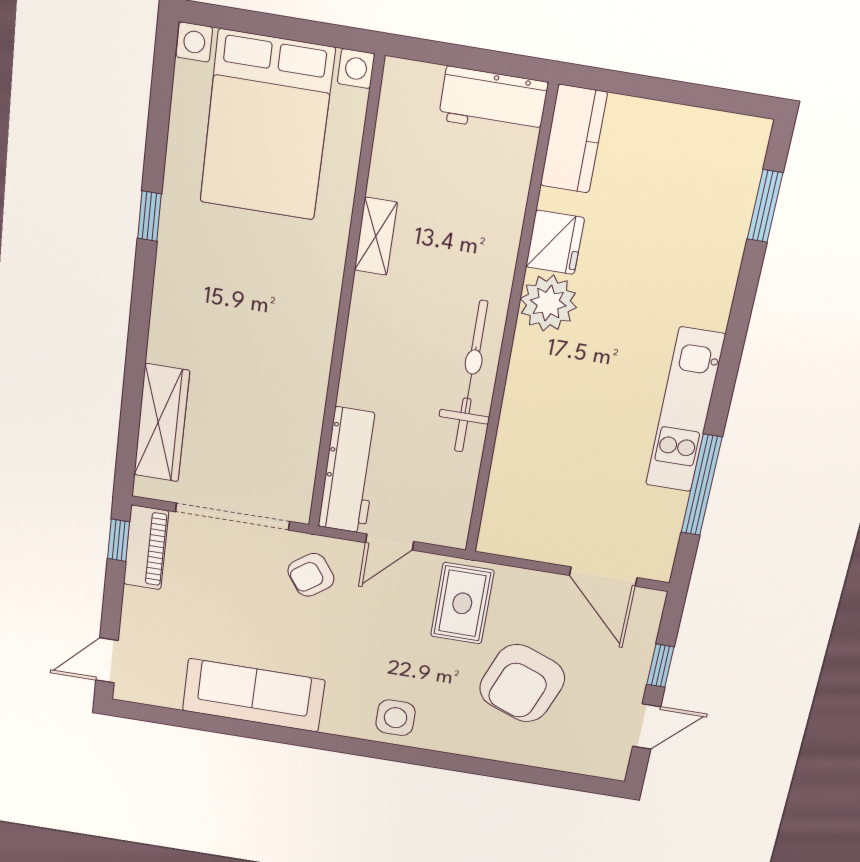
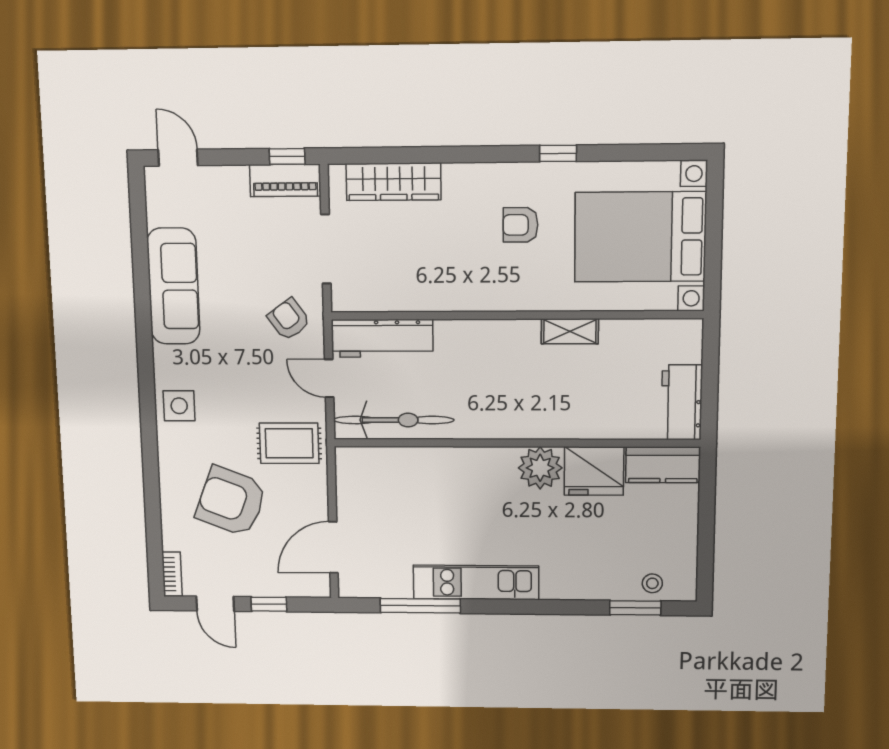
stool: (735, 178) -> (652, 583), added
fridge: (555, 242) -> (594, 471), width x1.36, depth x1.34
armchair: (232, 278) -> (520, 225), added
bicycle: (471, 377) -> (394, 420), moved
doorway: (233, 517) -> (326, 249), width x0.73
bookcase: (599, 767) -> (172, 574), added

